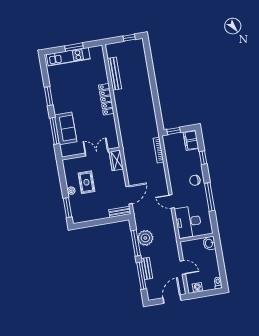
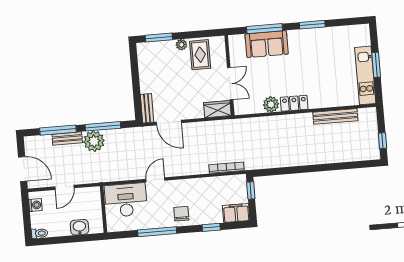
kitchen unit: (68, 57) -> (365, 75), moved
locker: (106, 99) -> (294, 103), width x0.66
plant: (109, 121) -> (271, 104), added
rug: (86, 182) -> (200, 55), moved, turned 90
plant: (145, 238) -> (94, 141), moved
washbasin: (209, 243) -> (79, 227), moved

